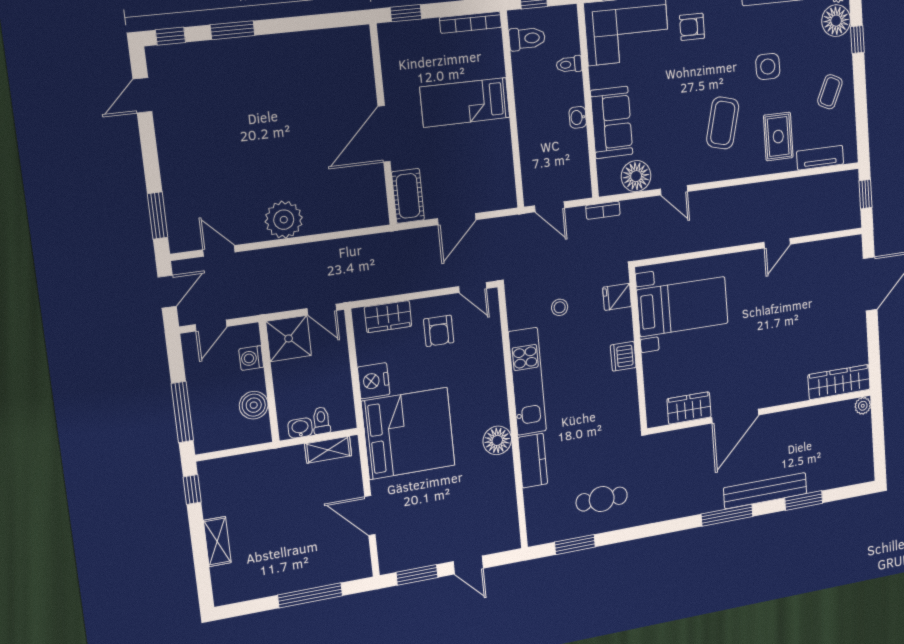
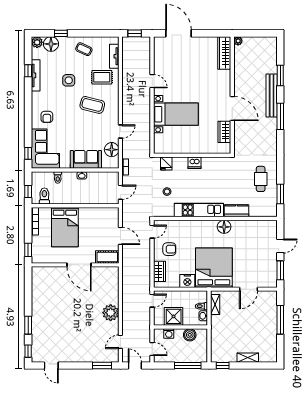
bed: (465, 102) -> (65, 227), width x1.50
bed with nightstands: (683, 307) -> (176, 114), moved, turned 90
shower: (289, 338) -> (174, 316), moved

